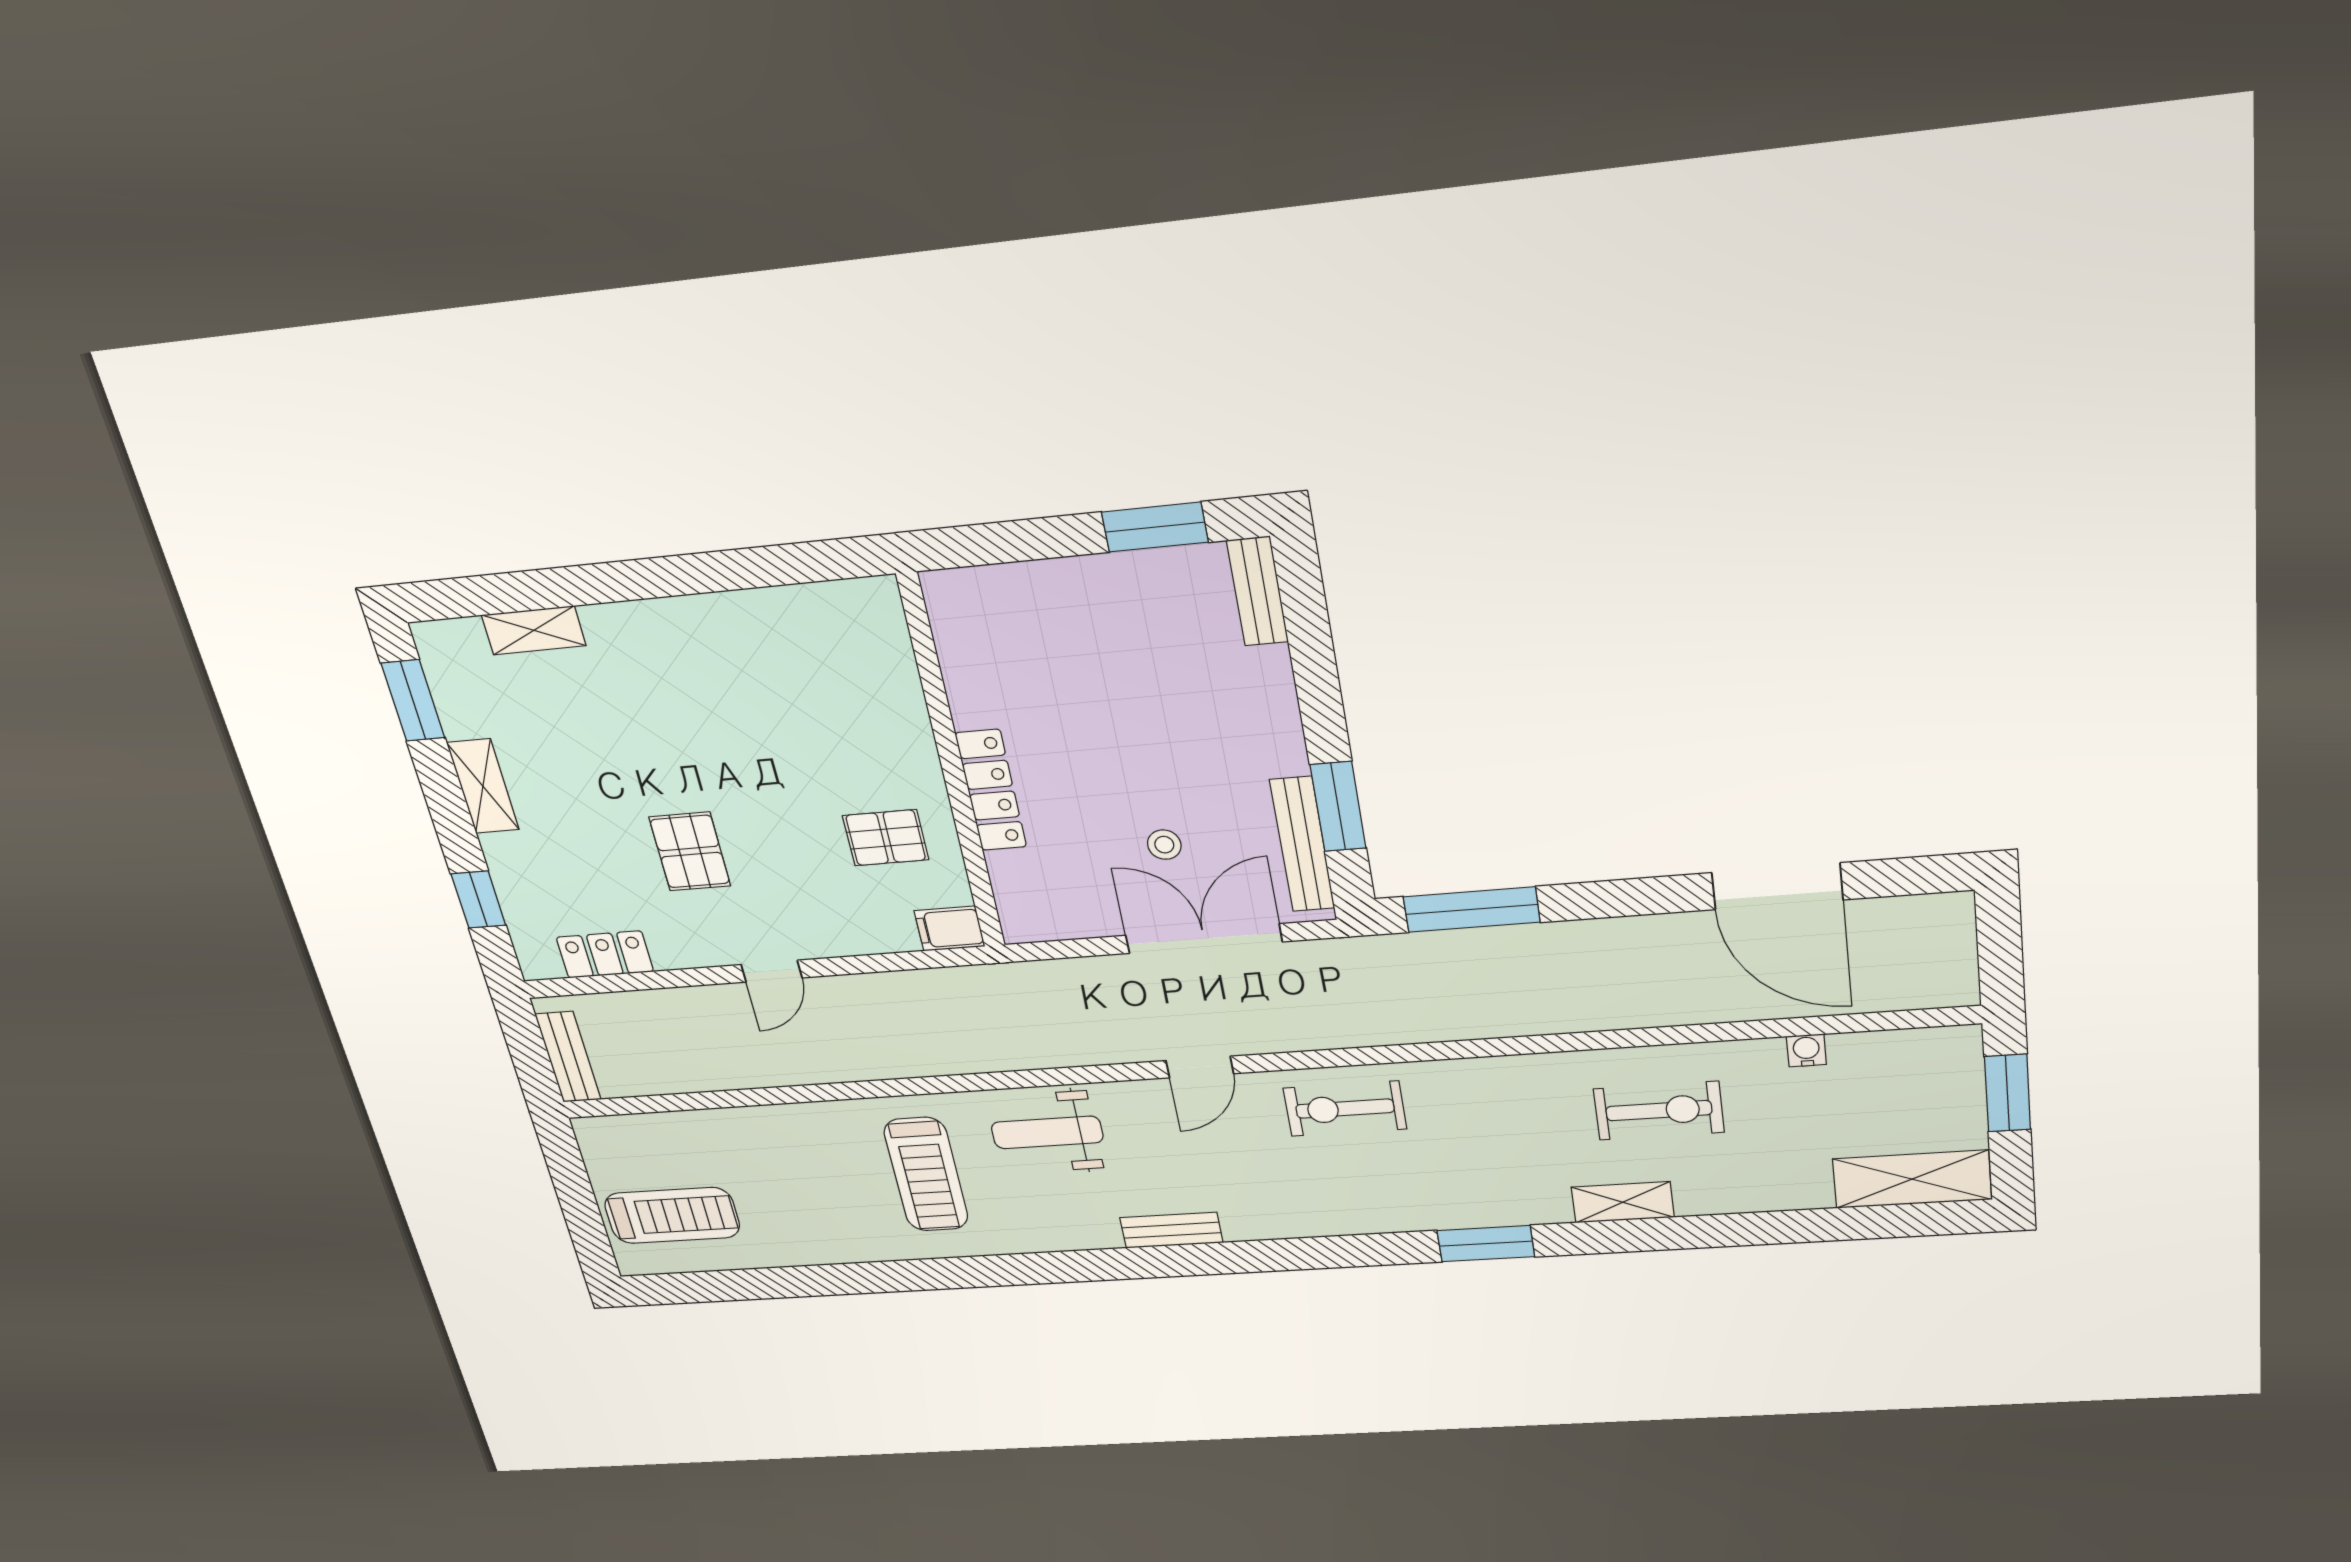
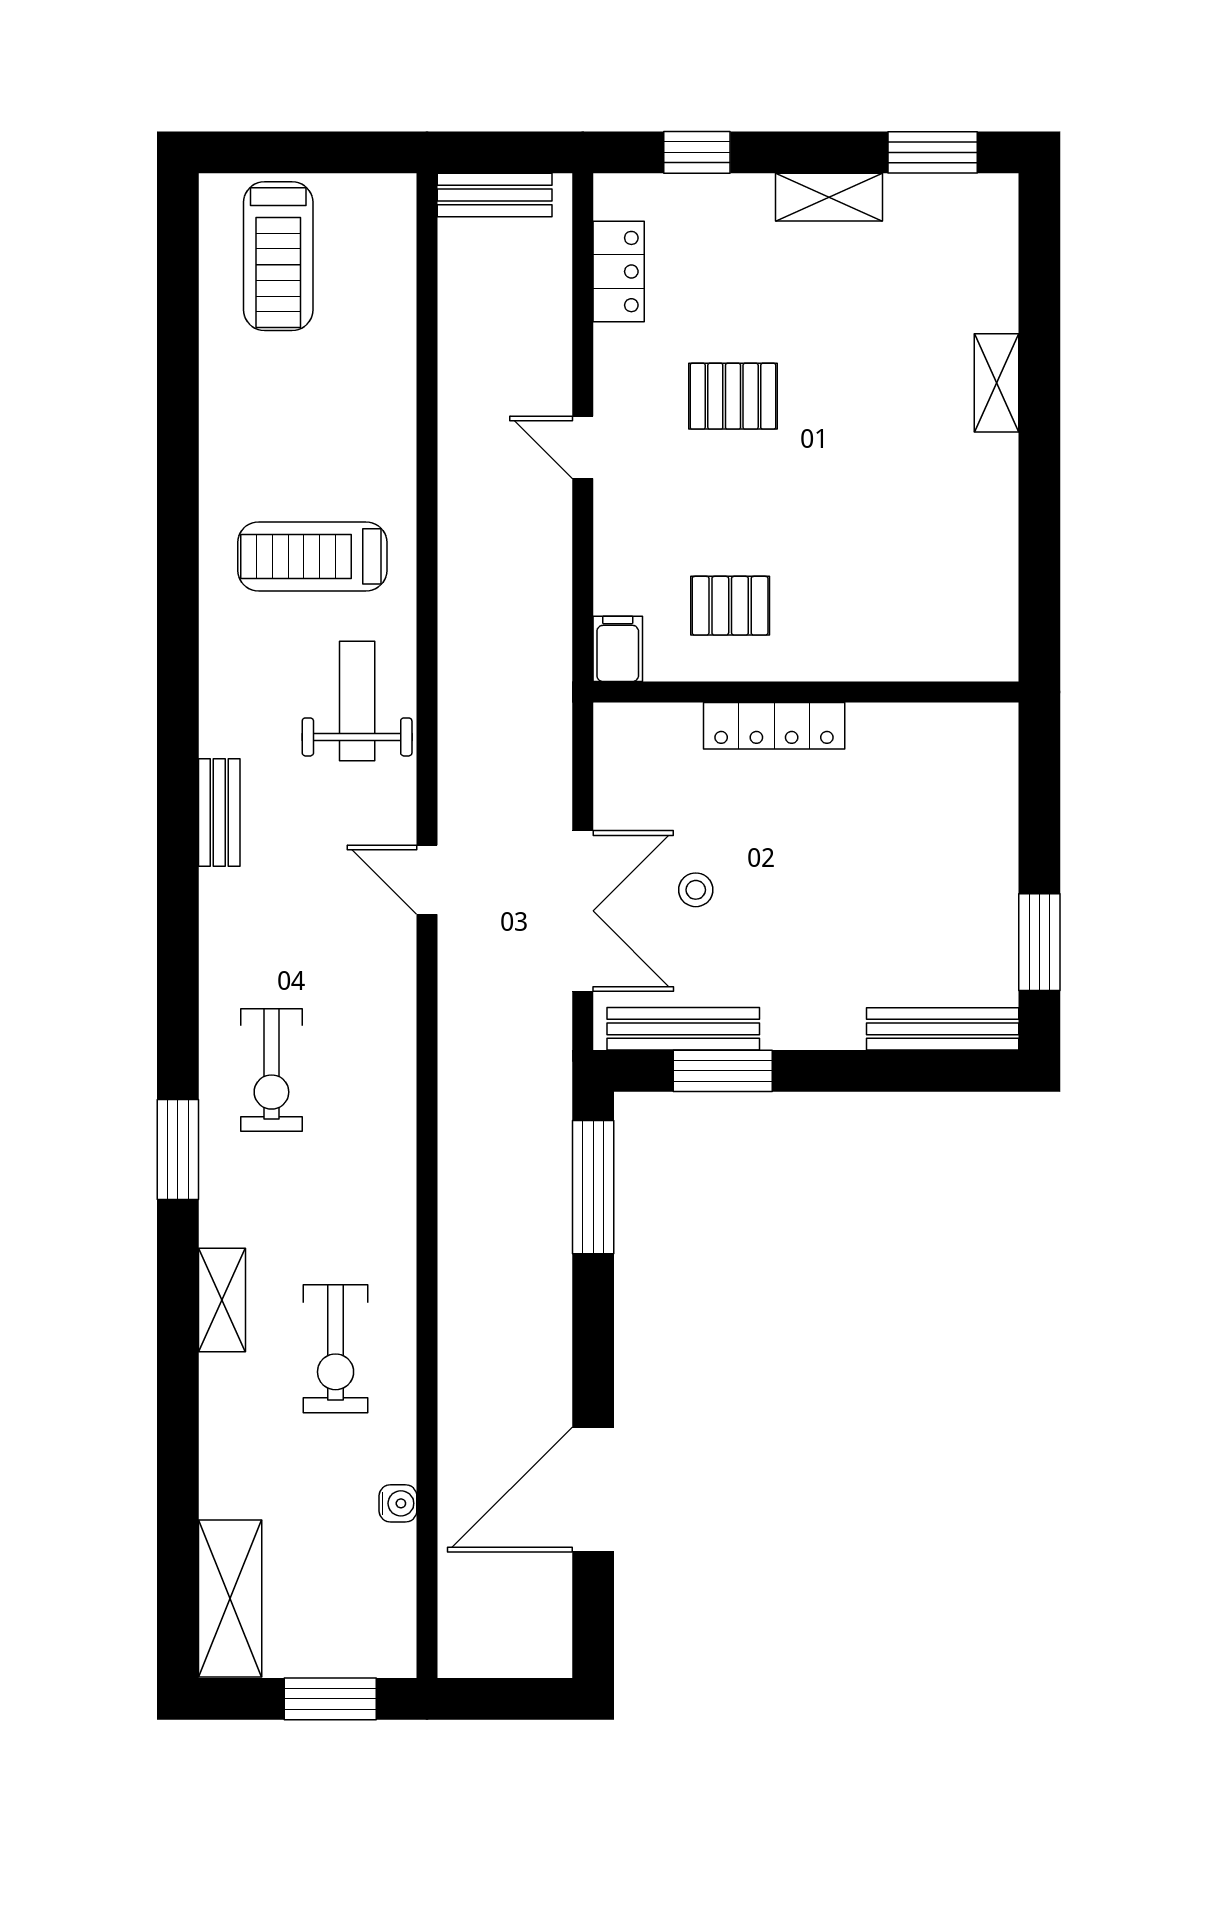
bench: (1258, 591) -> (943, 1029), width x1.36
shelving: (534, 630) -> (996, 383), moved
pallet: (886, 838) -> (730, 606), turned 90
exercise bike: (1345, 1109) -> (271, 1070), moved, turned 180

